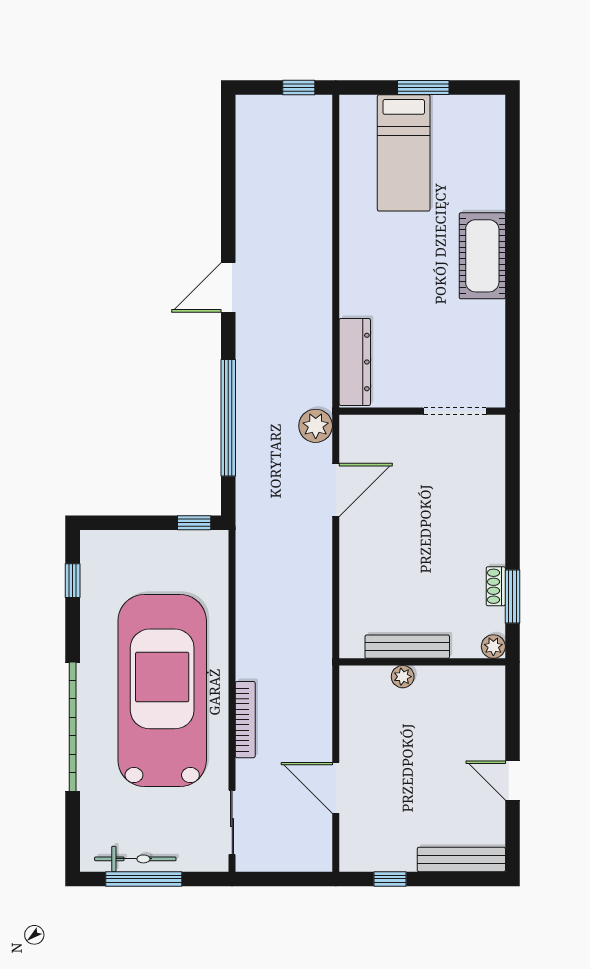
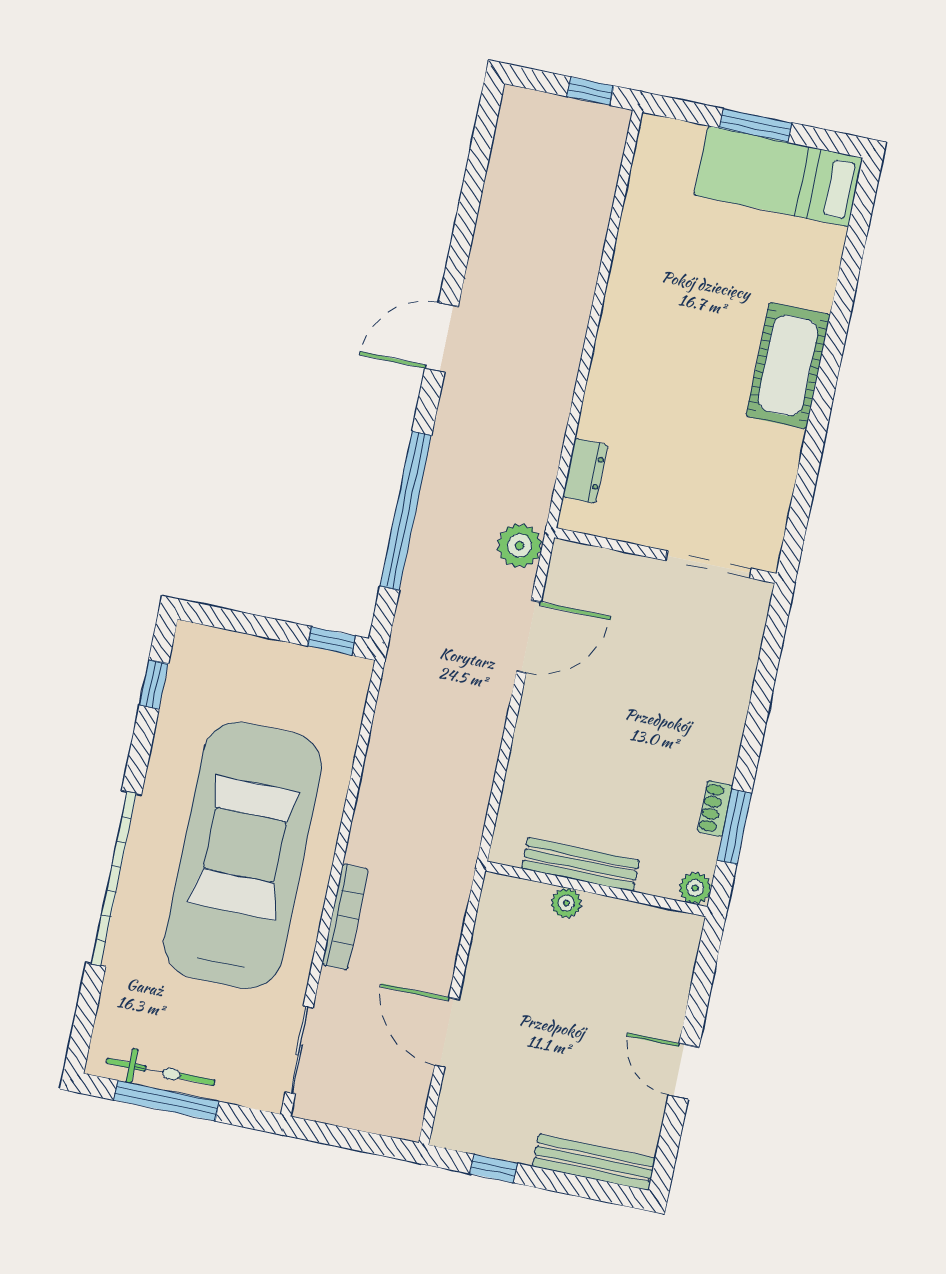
bed: (404, 153) -> (778, 176), moved, turned 90
dresser: (355, 362) -> (585, 471), width x0.51, depth x0.80

